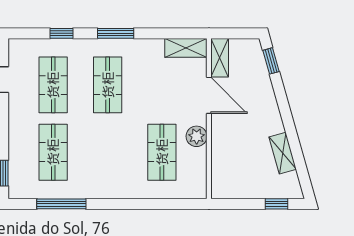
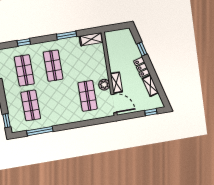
window: (116, 33) -> (67, 35), moved
shelving: (220, 58) -> (116, 83), moved
window: (271, 61) -> (142, 49), moved
door: (209, 95) -> (114, 103), moved
locker: (272, 115) -> (142, 67), added

